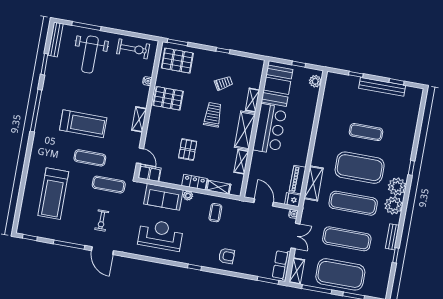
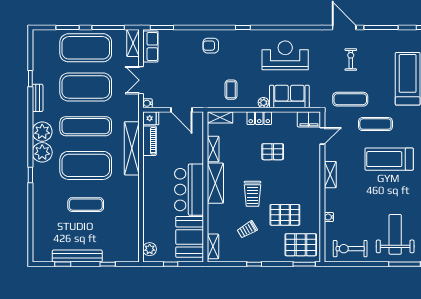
pallet: (168, 98) -> (285, 215), moved
shelving: (253, 100) -> (213, 246), moved
pallet: (188, 150) -> (273, 152), turned 90
door: (140, 156) -> (322, 136), swing flipped
shelving: (314, 183) -> (132, 148), width x1.47
shelving: (218, 187) -> (220, 117), moved
reception desk: (161, 235) -> (285, 55), turned 180
exercise mat: (347, 239) -> (86, 87), width x1.47

